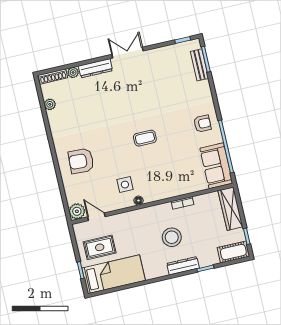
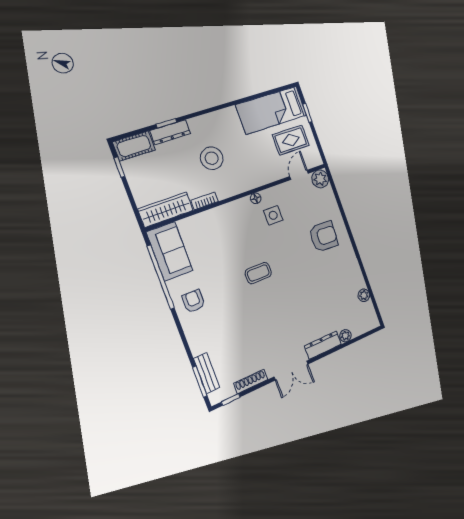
shoe rack: (53, 76) -> (251, 381), moved
armchair: (202, 124) -> (193, 301), turned 90
wardrobe: (230, 209) -> (166, 210), moved, turned -90
door: (96, 217) -> (299, 175), swing flipped
dresser: (183, 266) -> (170, 132), moved

